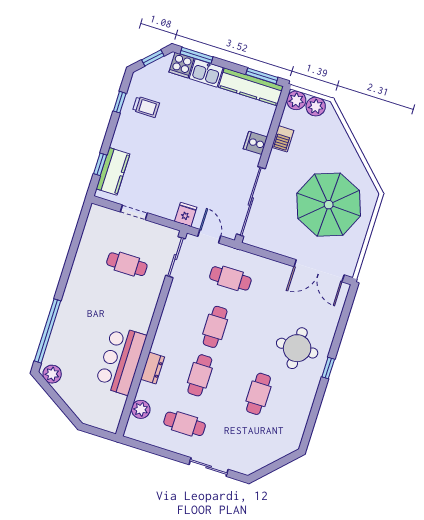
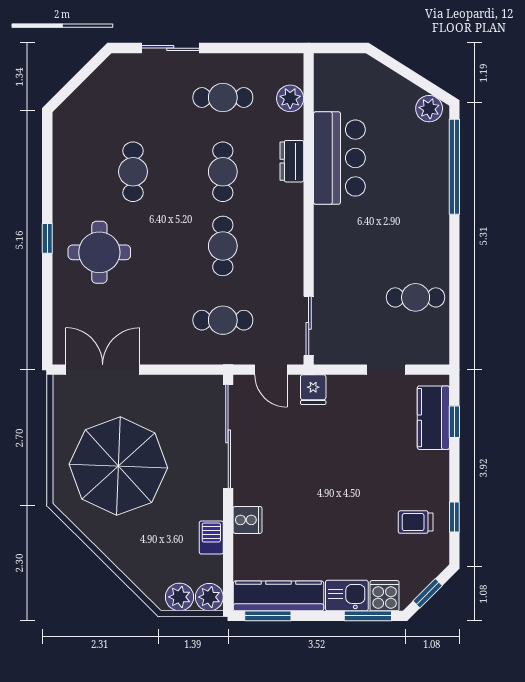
cafe table: (127, 264) -> (416, 297), moved

